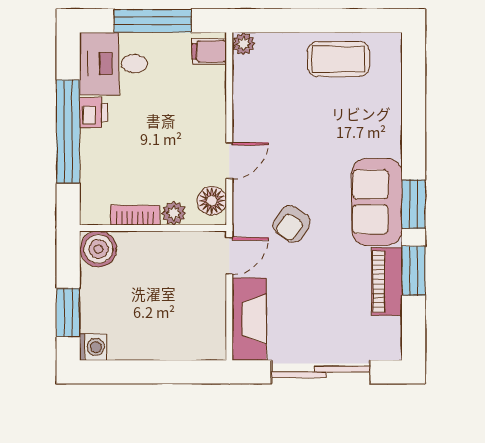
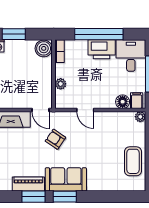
printer: (94, 113) -> (102, 49), width x1.87, depth x1.48
floor lamp: (212, 201) -> (123, 102), moved
bookcase: (135, 215) -> (60, 51), moved

